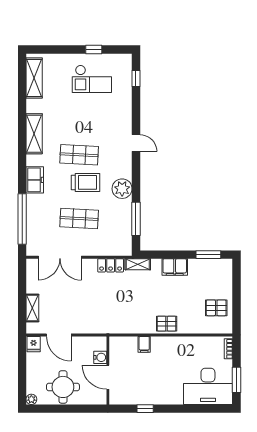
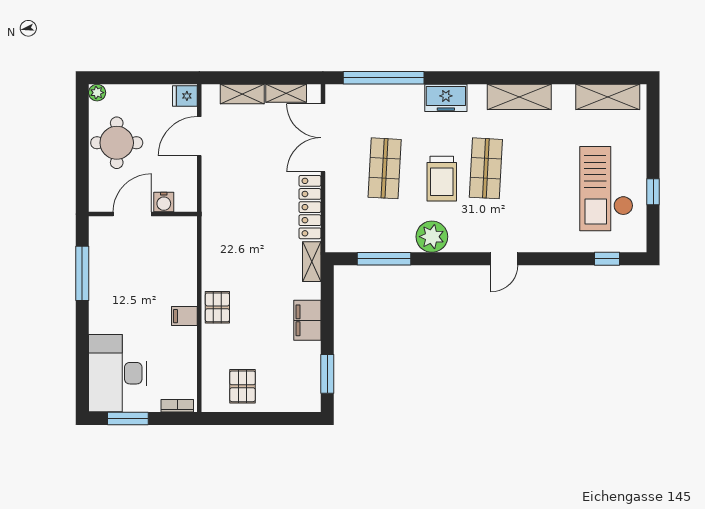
checkout: (92, 79) -> (606, 189), width x1.36, depth x1.21
locker: (111, 265) -> (310, 207), width x1.53
shelving: (32, 280) -> (286, 93), added
filing cabinet: (144, 344) -> (184, 316), moved
window: (145, 409) -> (82, 273), width x2.17

